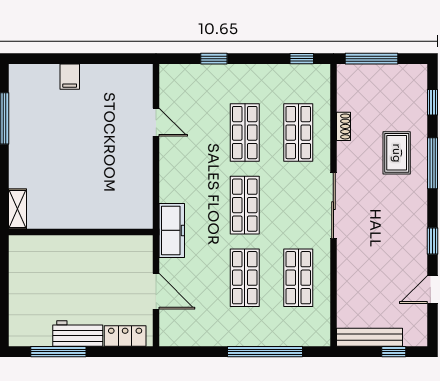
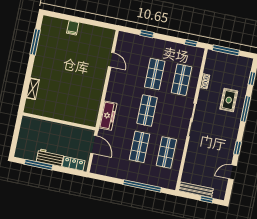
wall: (81, 232) -> (59, 121), moved

